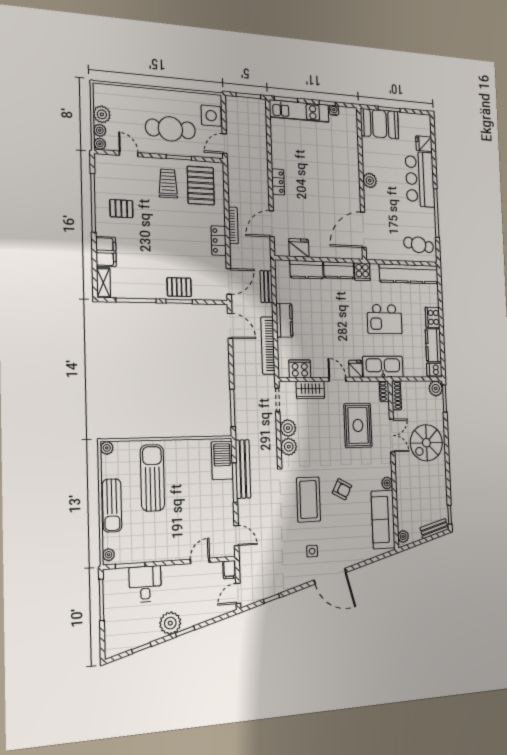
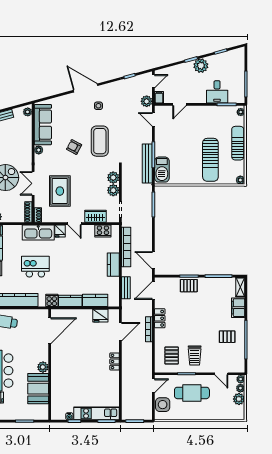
booth: (379, 124) -> (38, 389), moved, turned 90
pallet: (201, 186) -> (172, 355), width x0.67, depth x0.71
plant: (247, 562) -> (147, 101), added

